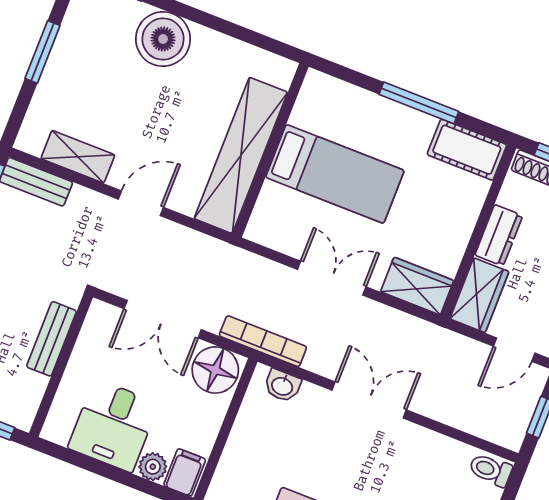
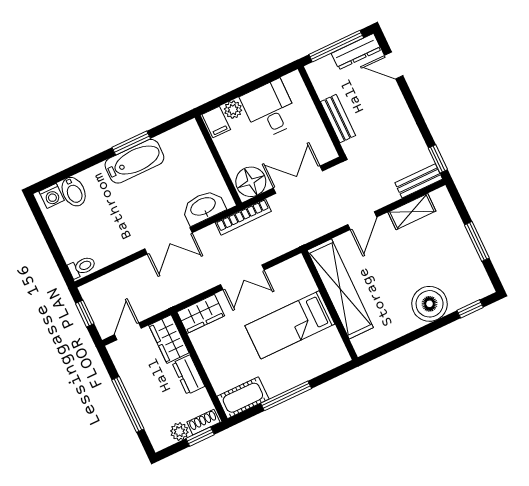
washbasin: (282, 386) -> (203, 207), width x1.91, depth x1.45

